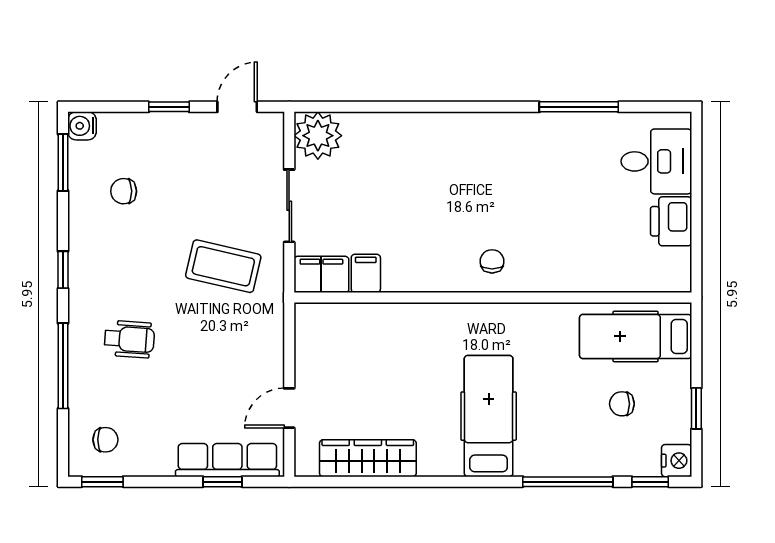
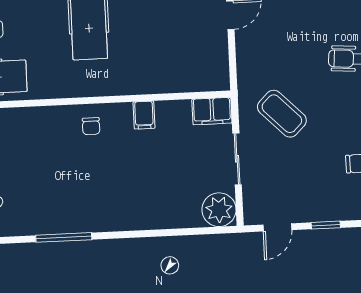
window: (579, 107) -> (64, 237), moved
coffee table: (223, 266) -> (282, 114), turned 32
filing cabinet: (366, 273) -> (144, 115), moved

